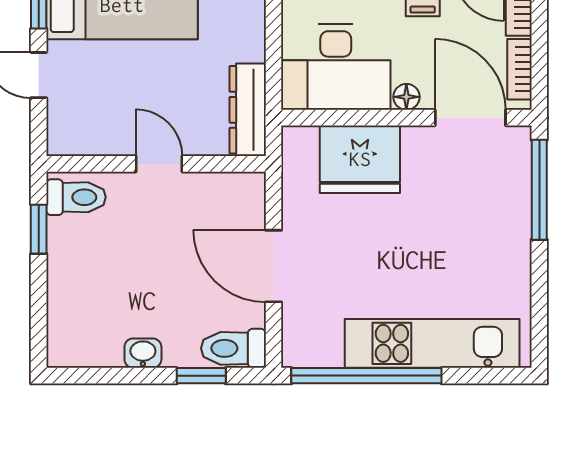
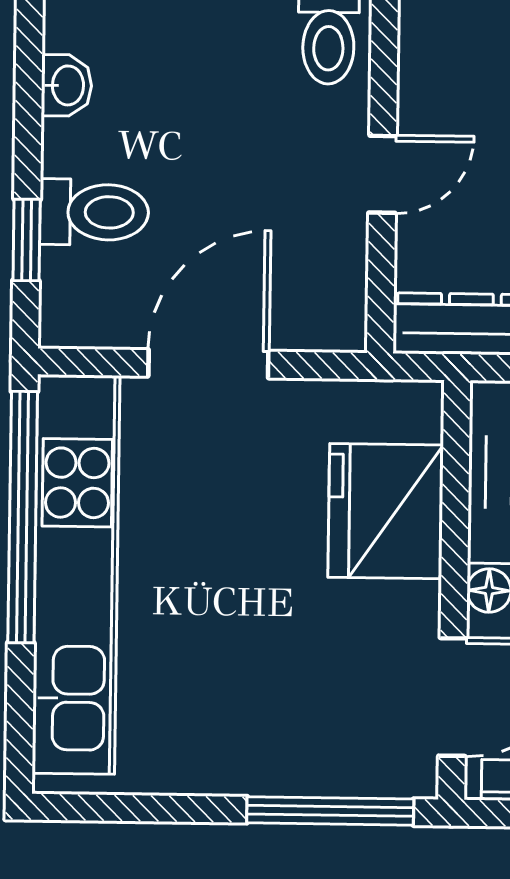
kitchen unit: (432, 343) -> (76, 574), width x1.36
toilet: (233, 348) -> (94, 212), moved, turned 90
washbasin: (143, 353) -> (66, 85), moved

